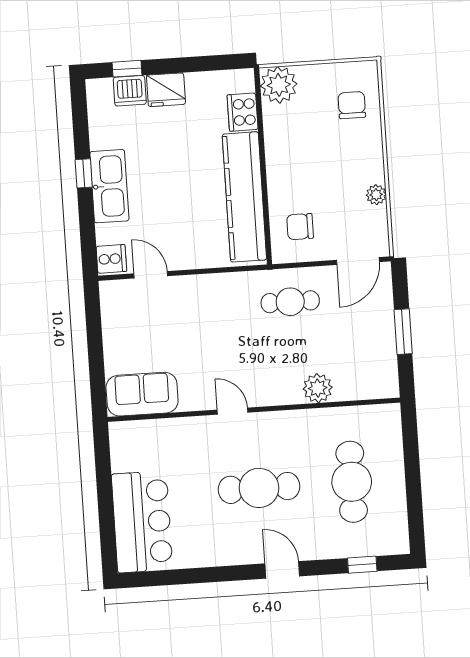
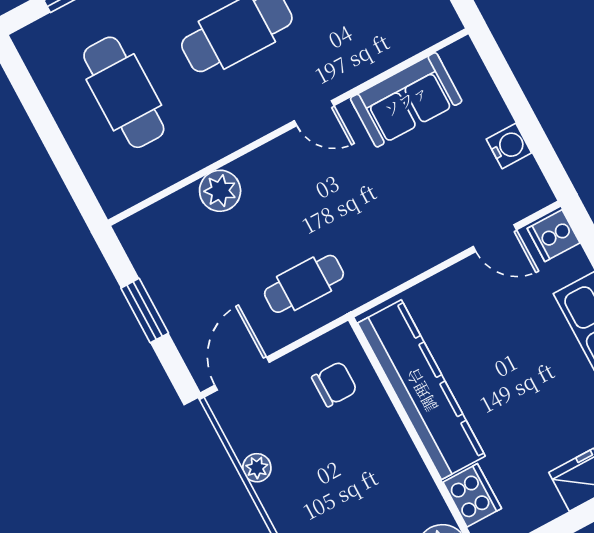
water cooler: (114, 331) -> (509, 146), added
sofa: (142, 394) -> (406, 100), moved

